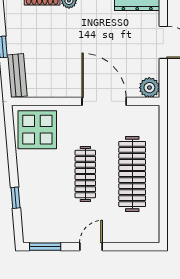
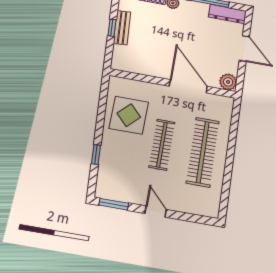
bench: (17, 75) -> (122, 28), moved
display table: (37, 130) -> (129, 115), moved
door: (91, 247) -> (156, 211), hinge flipped

